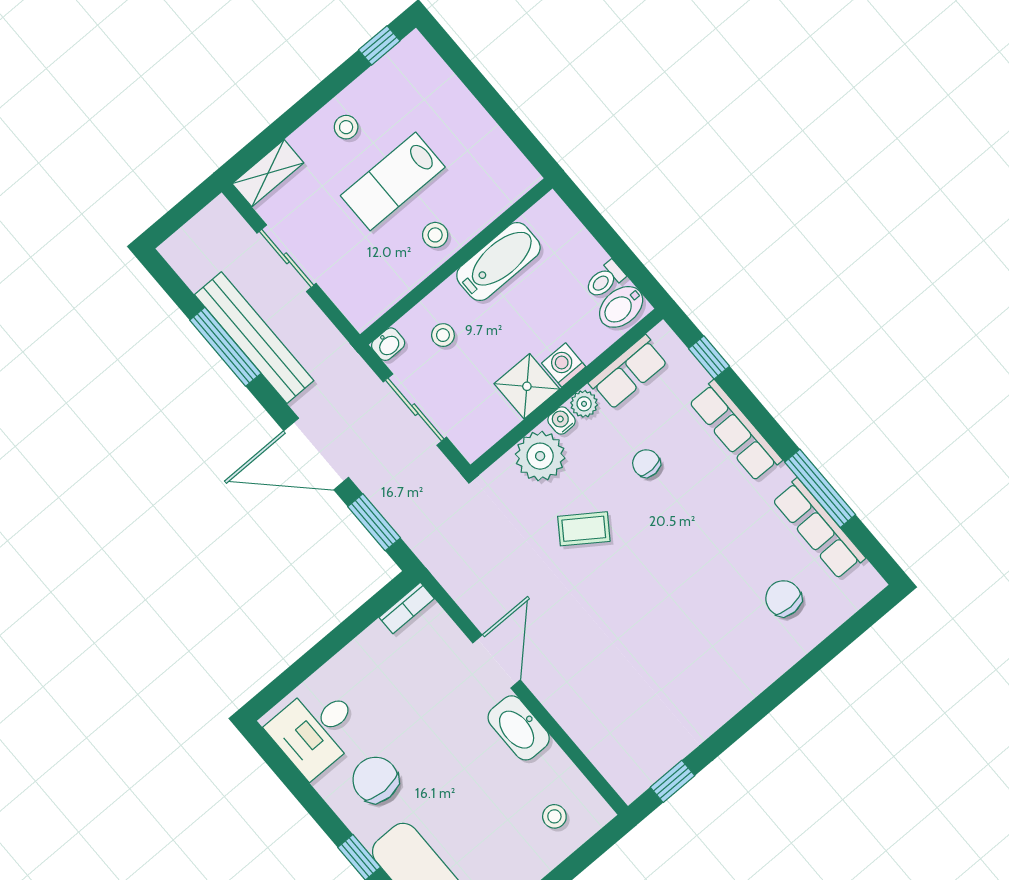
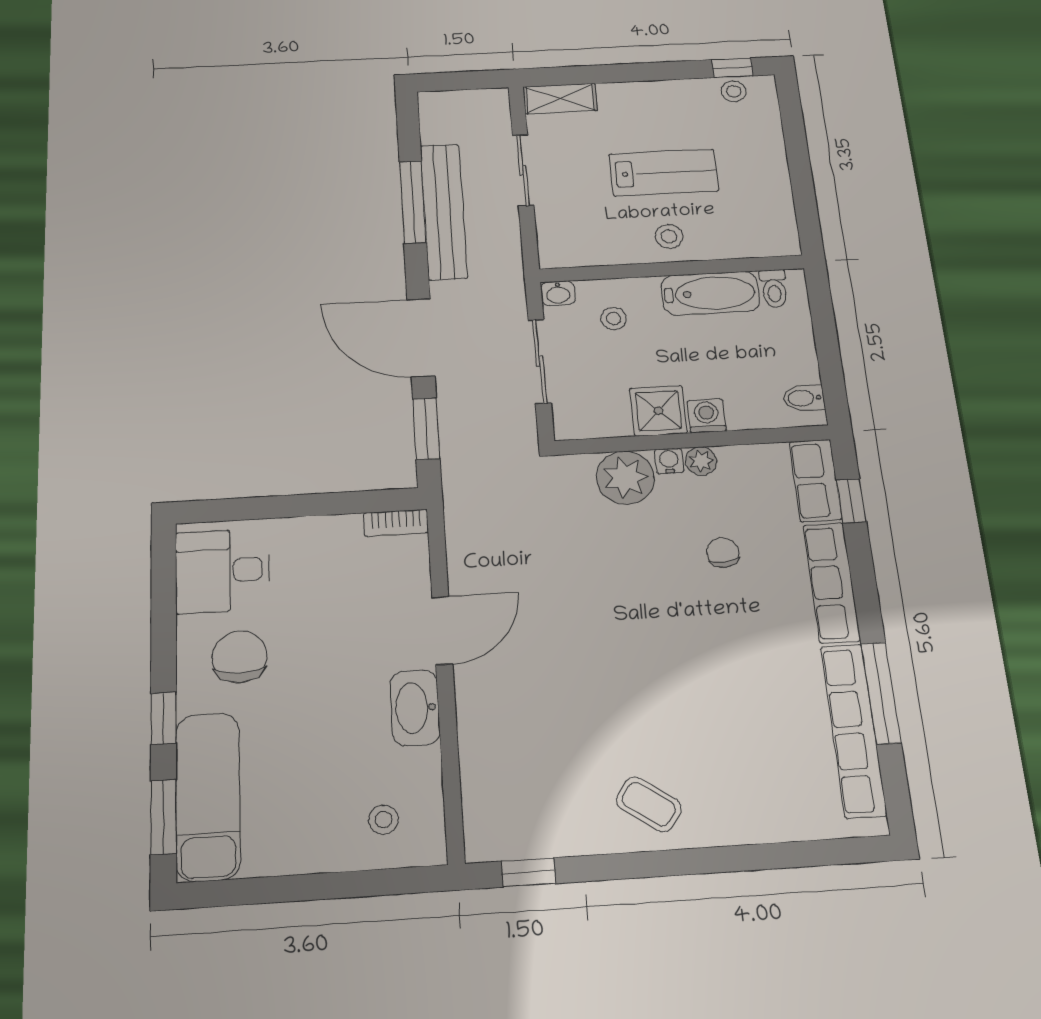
stool: (346, 127) -> (734, 91), moved
lab bench: (393, 181) -> (664, 172), turned 180
toilet: (605, 280) -> (774, 289), moved, turned -90
bidet: (621, 307) -> (804, 398), width x0.72, depth x0.74
row of seats: (628, 372) -> (816, 480), moved, turned 90
coffee table: (584, 529) -> (649, 804), moved
row of seats: (819, 529) -> (853, 730), width x1.36
chair: (783, 598) -> (771, 772), removed

